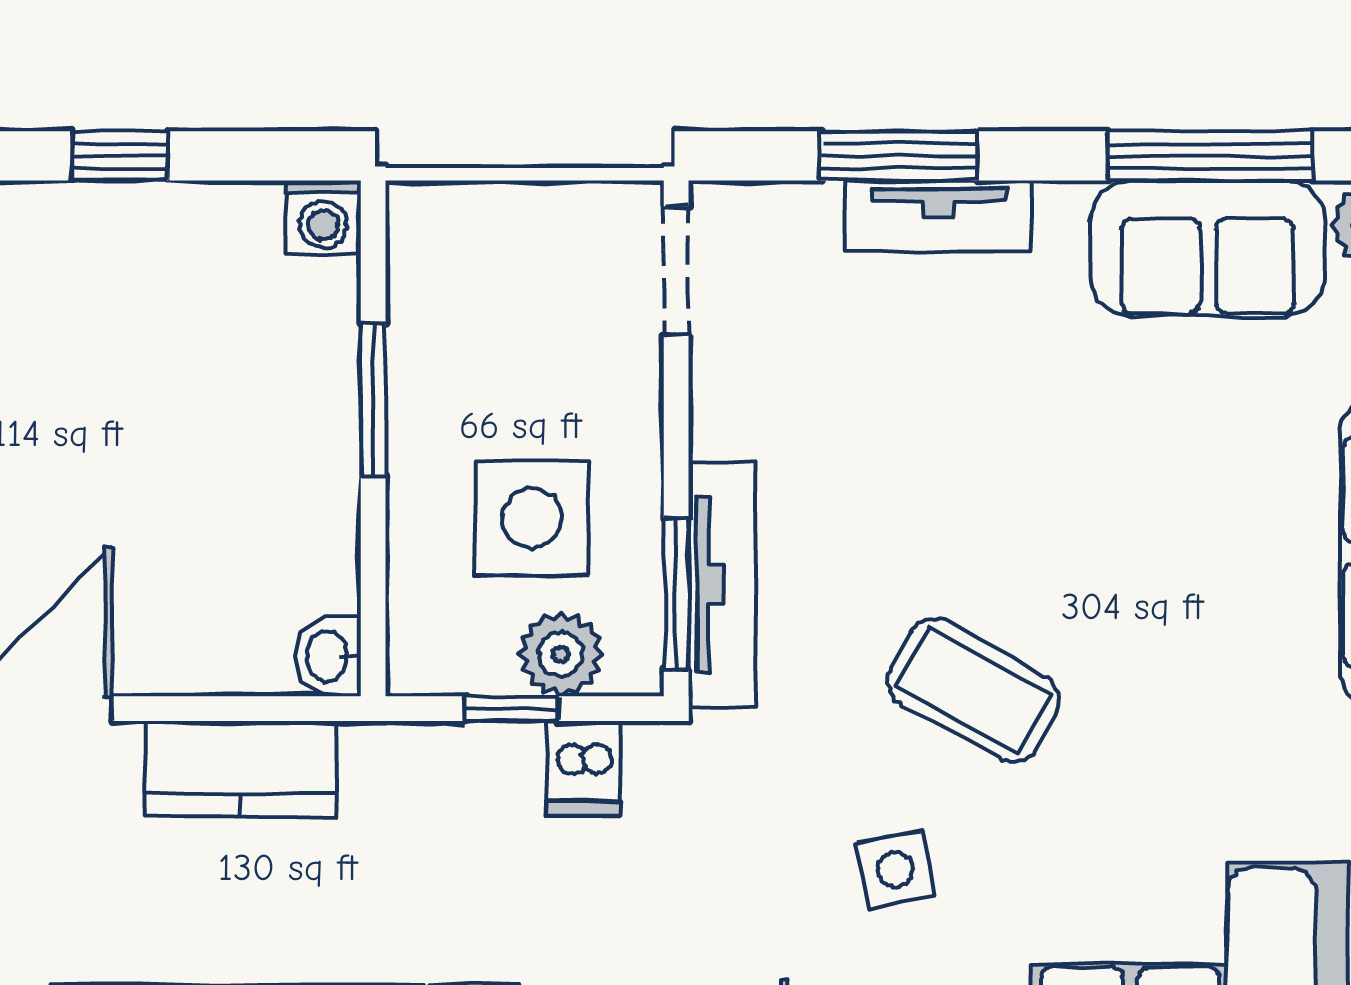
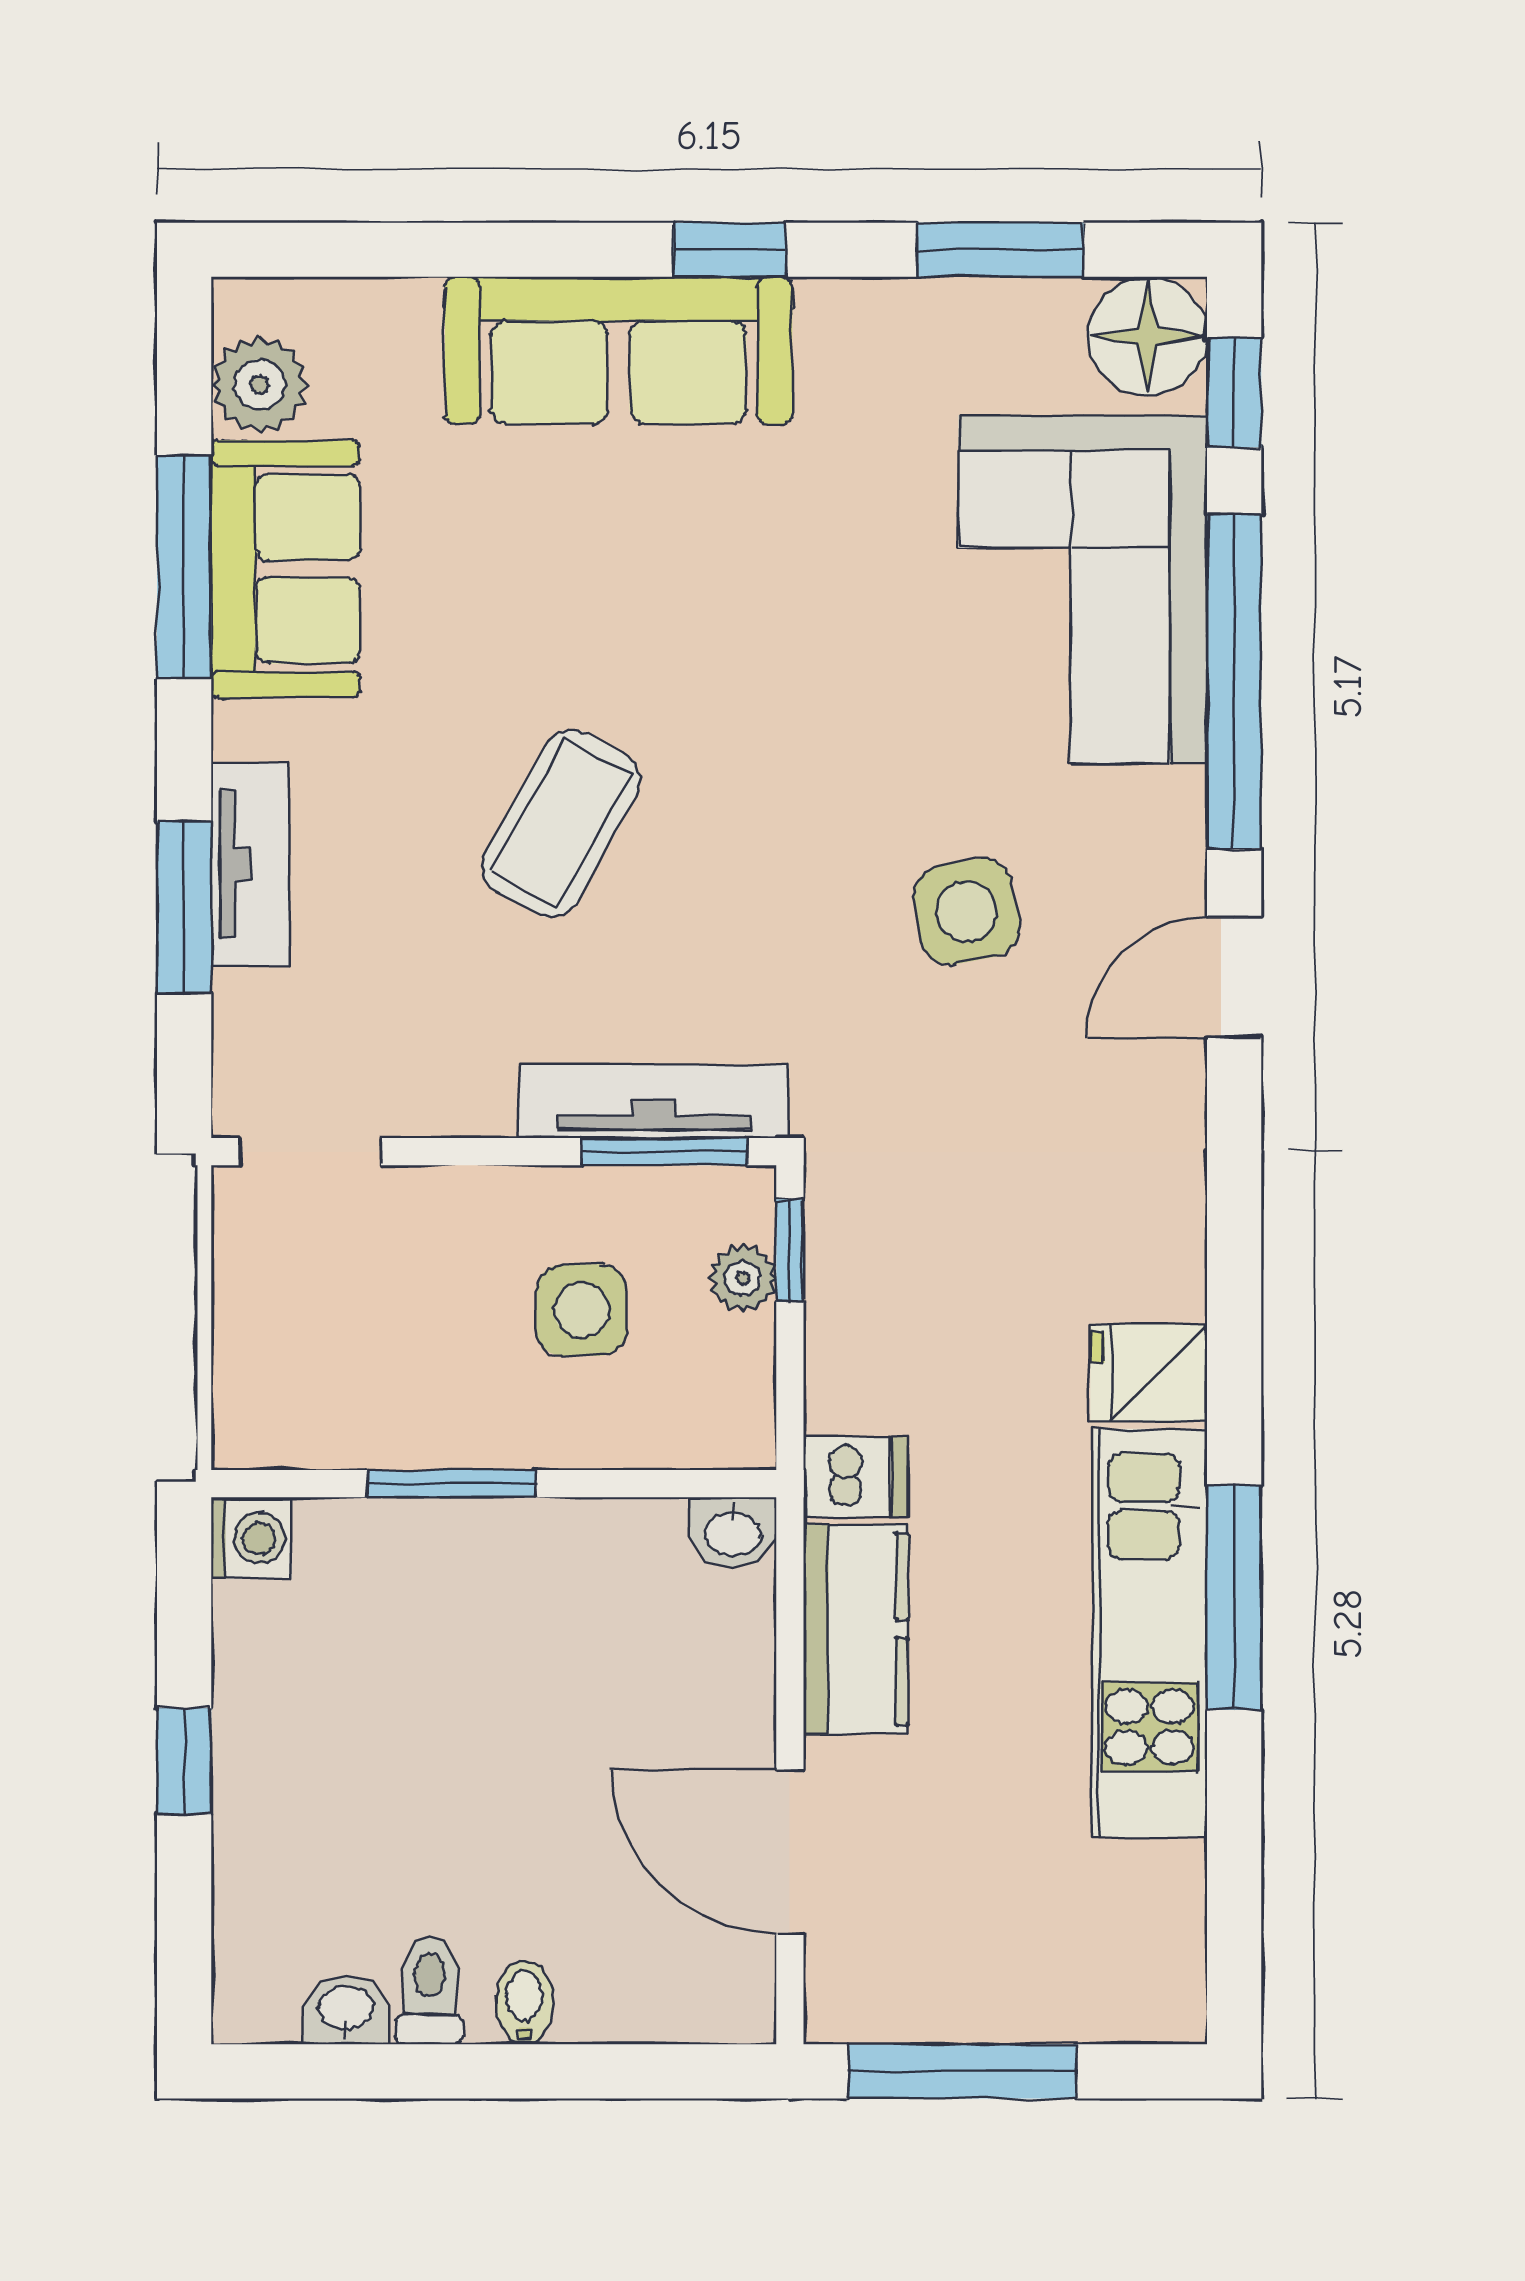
side table: (531, 518) -> (581, 1310), width x0.73, depth x0.73
plant: (561, 654) -> (743, 1278), width x0.73, depth x0.73
coffee table: (973, 690) -> (561, 823), moved
window: (512, 709) -> (790, 1250), moved
dishwasher: (584, 769) -> (856, 1477), moved
side table: (895, 870) -> (967, 911), width x1.37, depth x1.37

